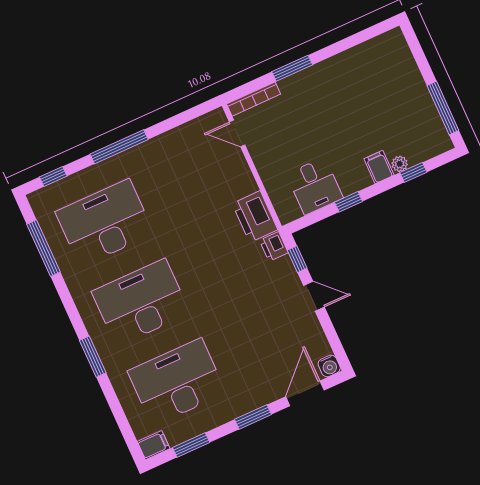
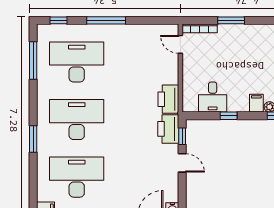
printer: (274, 246) -> (168, 129), width x1.87, depth x1.48

